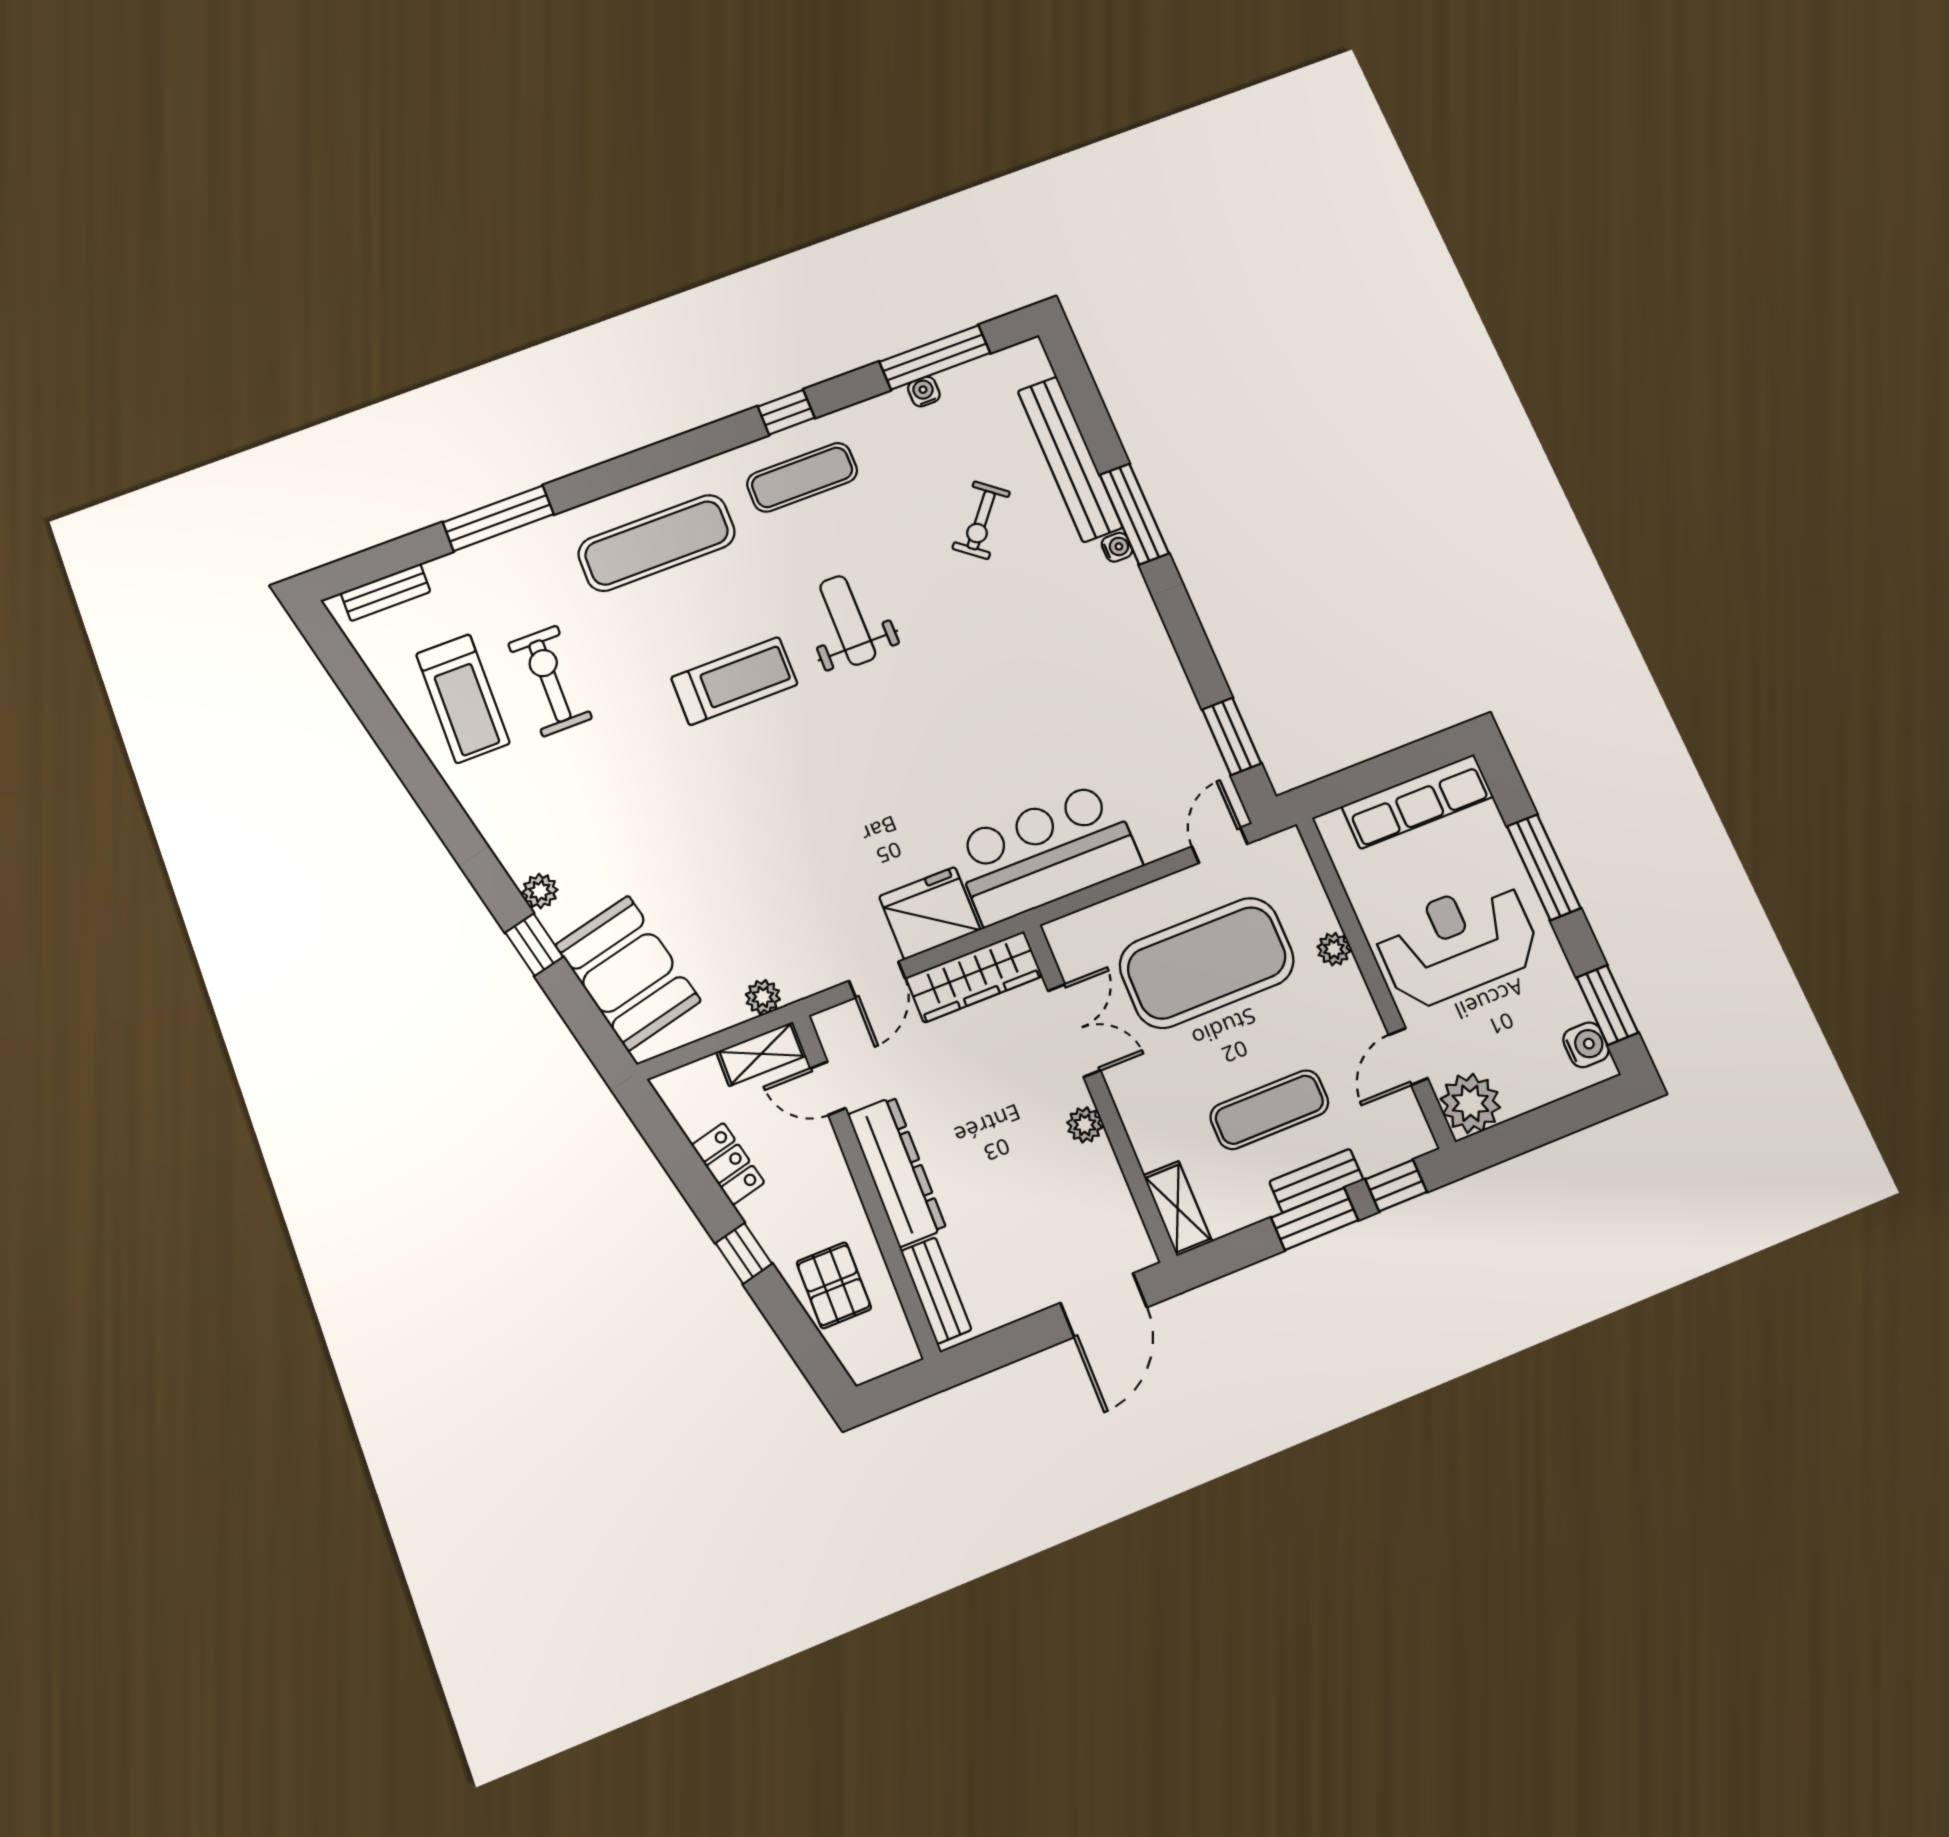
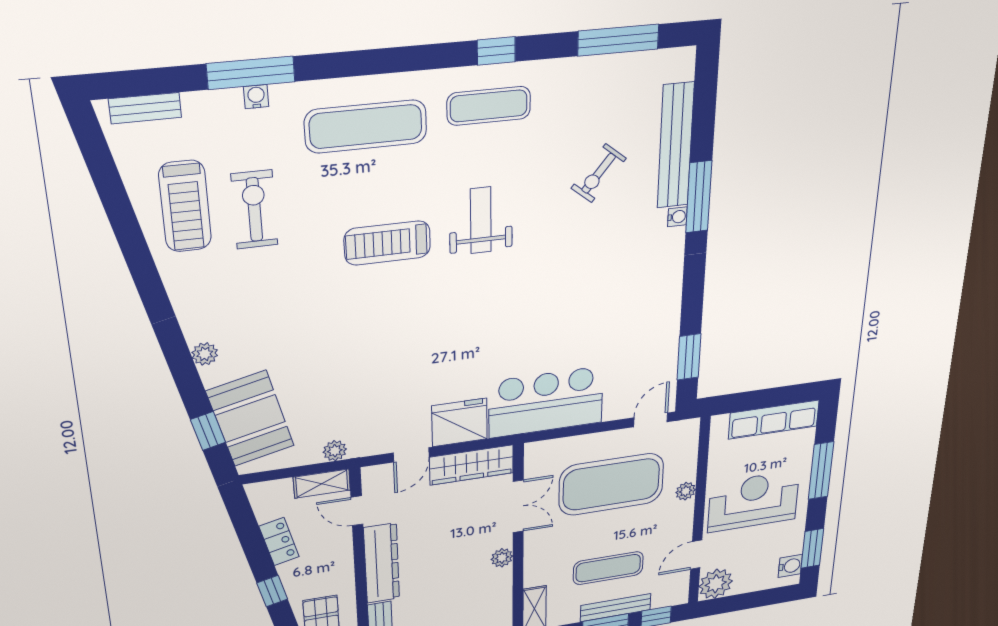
water cooler: (924, 392) -> (256, 97), moved
treadmill: (734, 681) -> (387, 243), turned 180
window: (534, 945) -> (208, 431), moved
bench: (1316, 1181) -> (616, 608), width x1.36

